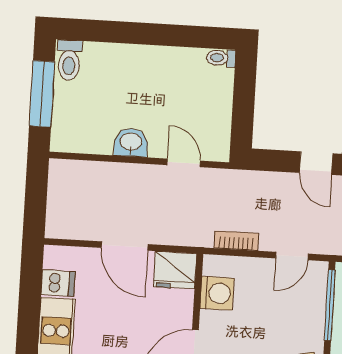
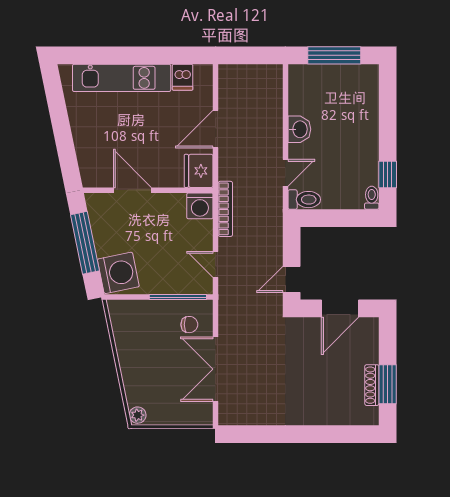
window: (193, 37) -> (388, 174), added
toilet: (69, 60) -> (304, 200), moved, turned 180
bookcase: (236, 241) -> (225, 209), width x1.56
washing machine: (217, 293) -> (200, 206), moved

